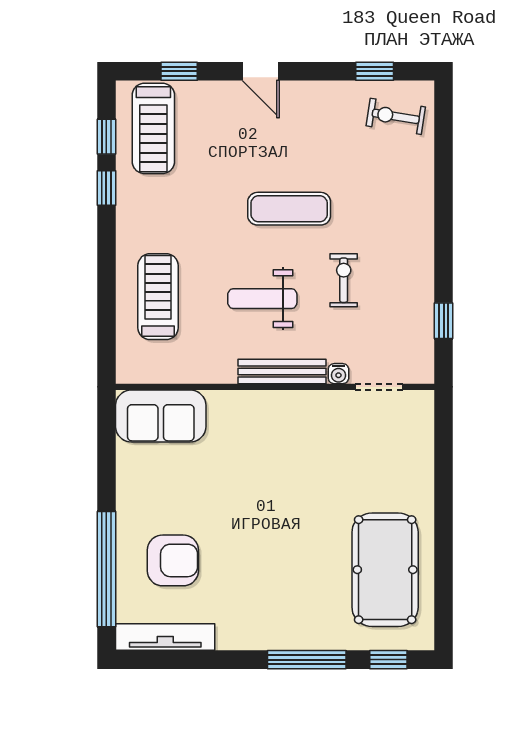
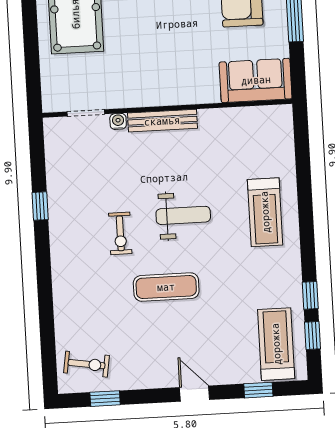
bench: (282, 372) -> (162, 121), moved
water cooler: (338, 374) -> (118, 121), moved
wall: (275, 387) -> (167, 108), moved
doorway: (379, 387) -> (86, 113), moved
sofa: (161, 416) -> (256, 80), moved

